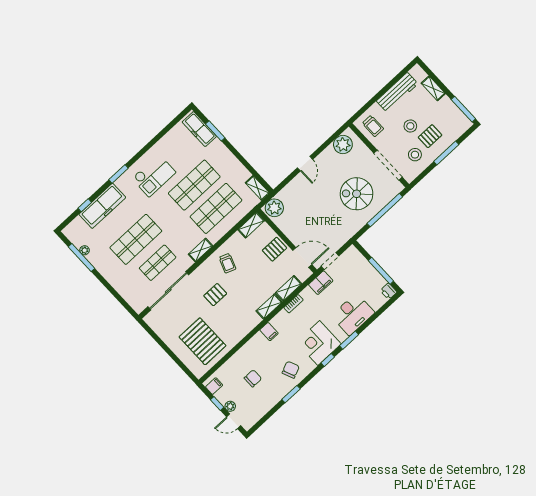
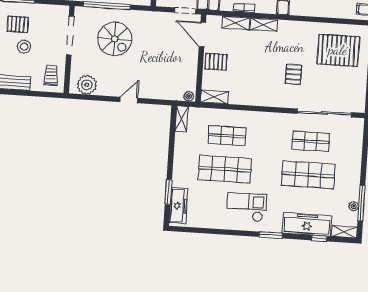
stool: (415, 155) -> (43, 23), removed
shop shelf: (216, 208) -> (227, 136), width x0.70, depth x0.74
plant: (274, 208) -> (189, 96), width x0.53, depth x0.53
shelving: (201, 250) -> (344, 232), moved
trolley: (227, 263) -> (261, 88), removed
pallet: (215, 295) -> (293, 74), turned 90
pallet: (202, 341) -> (338, 50), turned 90

